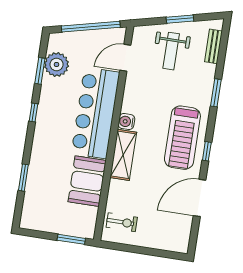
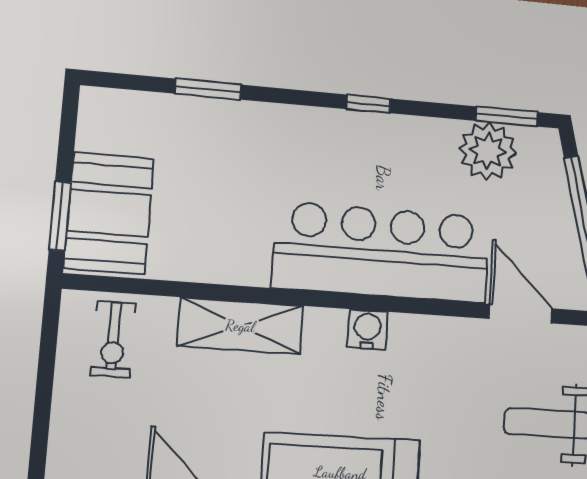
window: (40, 71) -> (507, 117), moved
shelving: (123, 155) -> (240, 326), moved
booth: (87, 181) -> (109, 213), moved, turned 90

